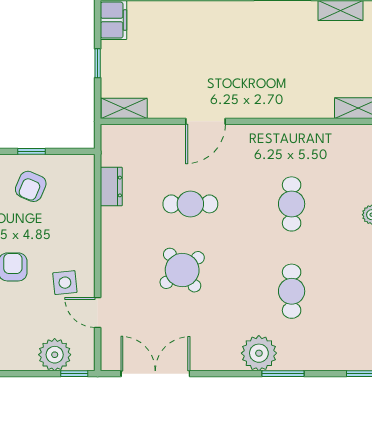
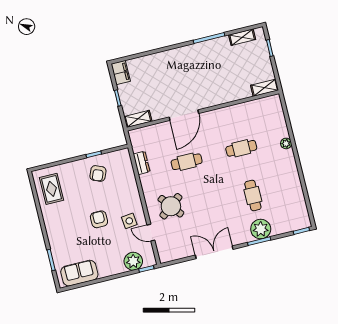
door: (205, 121) -> (184, 115), width x1.36
cafe table: (292, 204) -> (241, 148), turned 90
round table: (182, 270) -> (171, 206), moved
plant: (259, 353) -> (261, 229), moved
double door: (155, 374) -> (214, 252), moved

